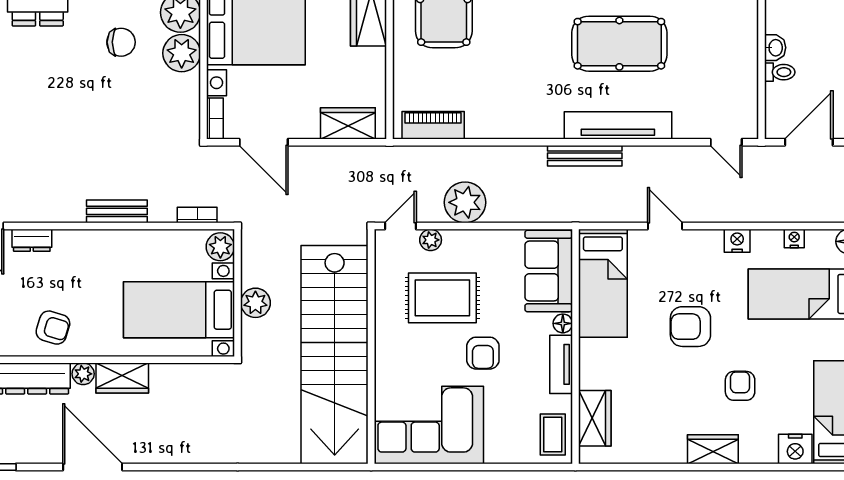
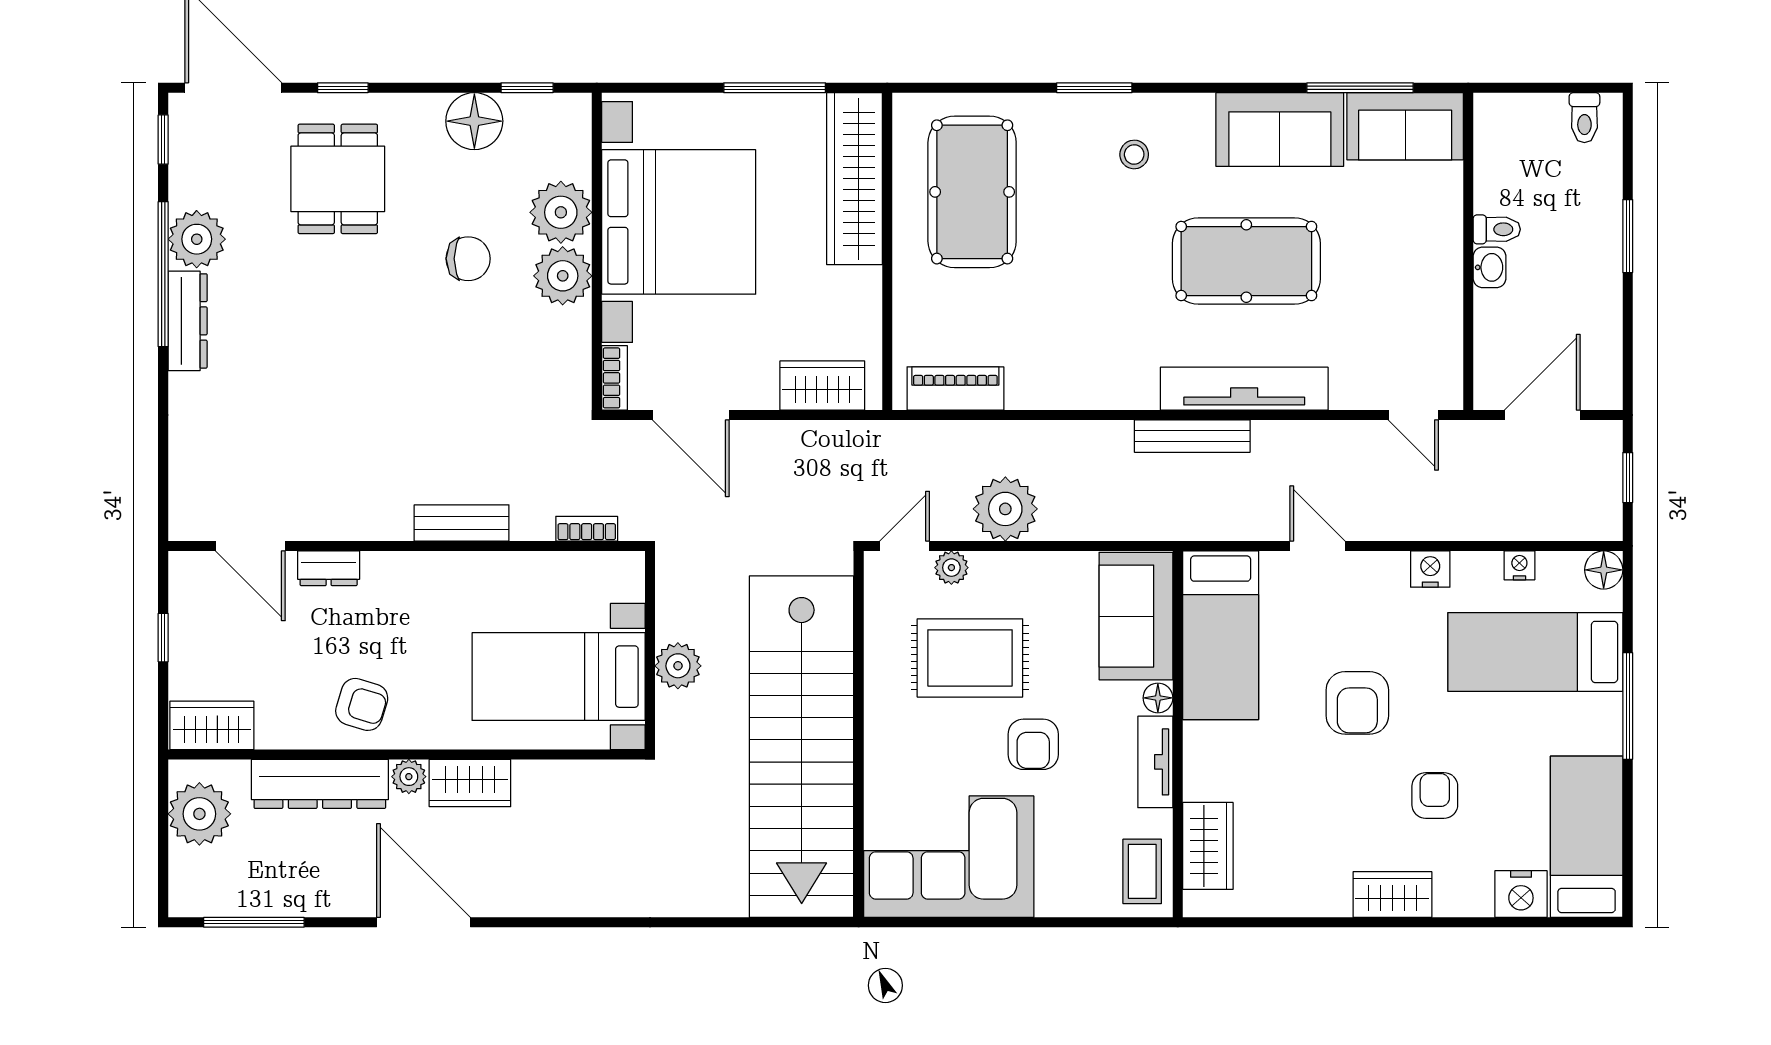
toilet: (780, 72) -> (1497, 229), moved
plant: (220, 247) -> (623, 578), removed
armchair: (690, 327) -> (1357, 703), turned -90

